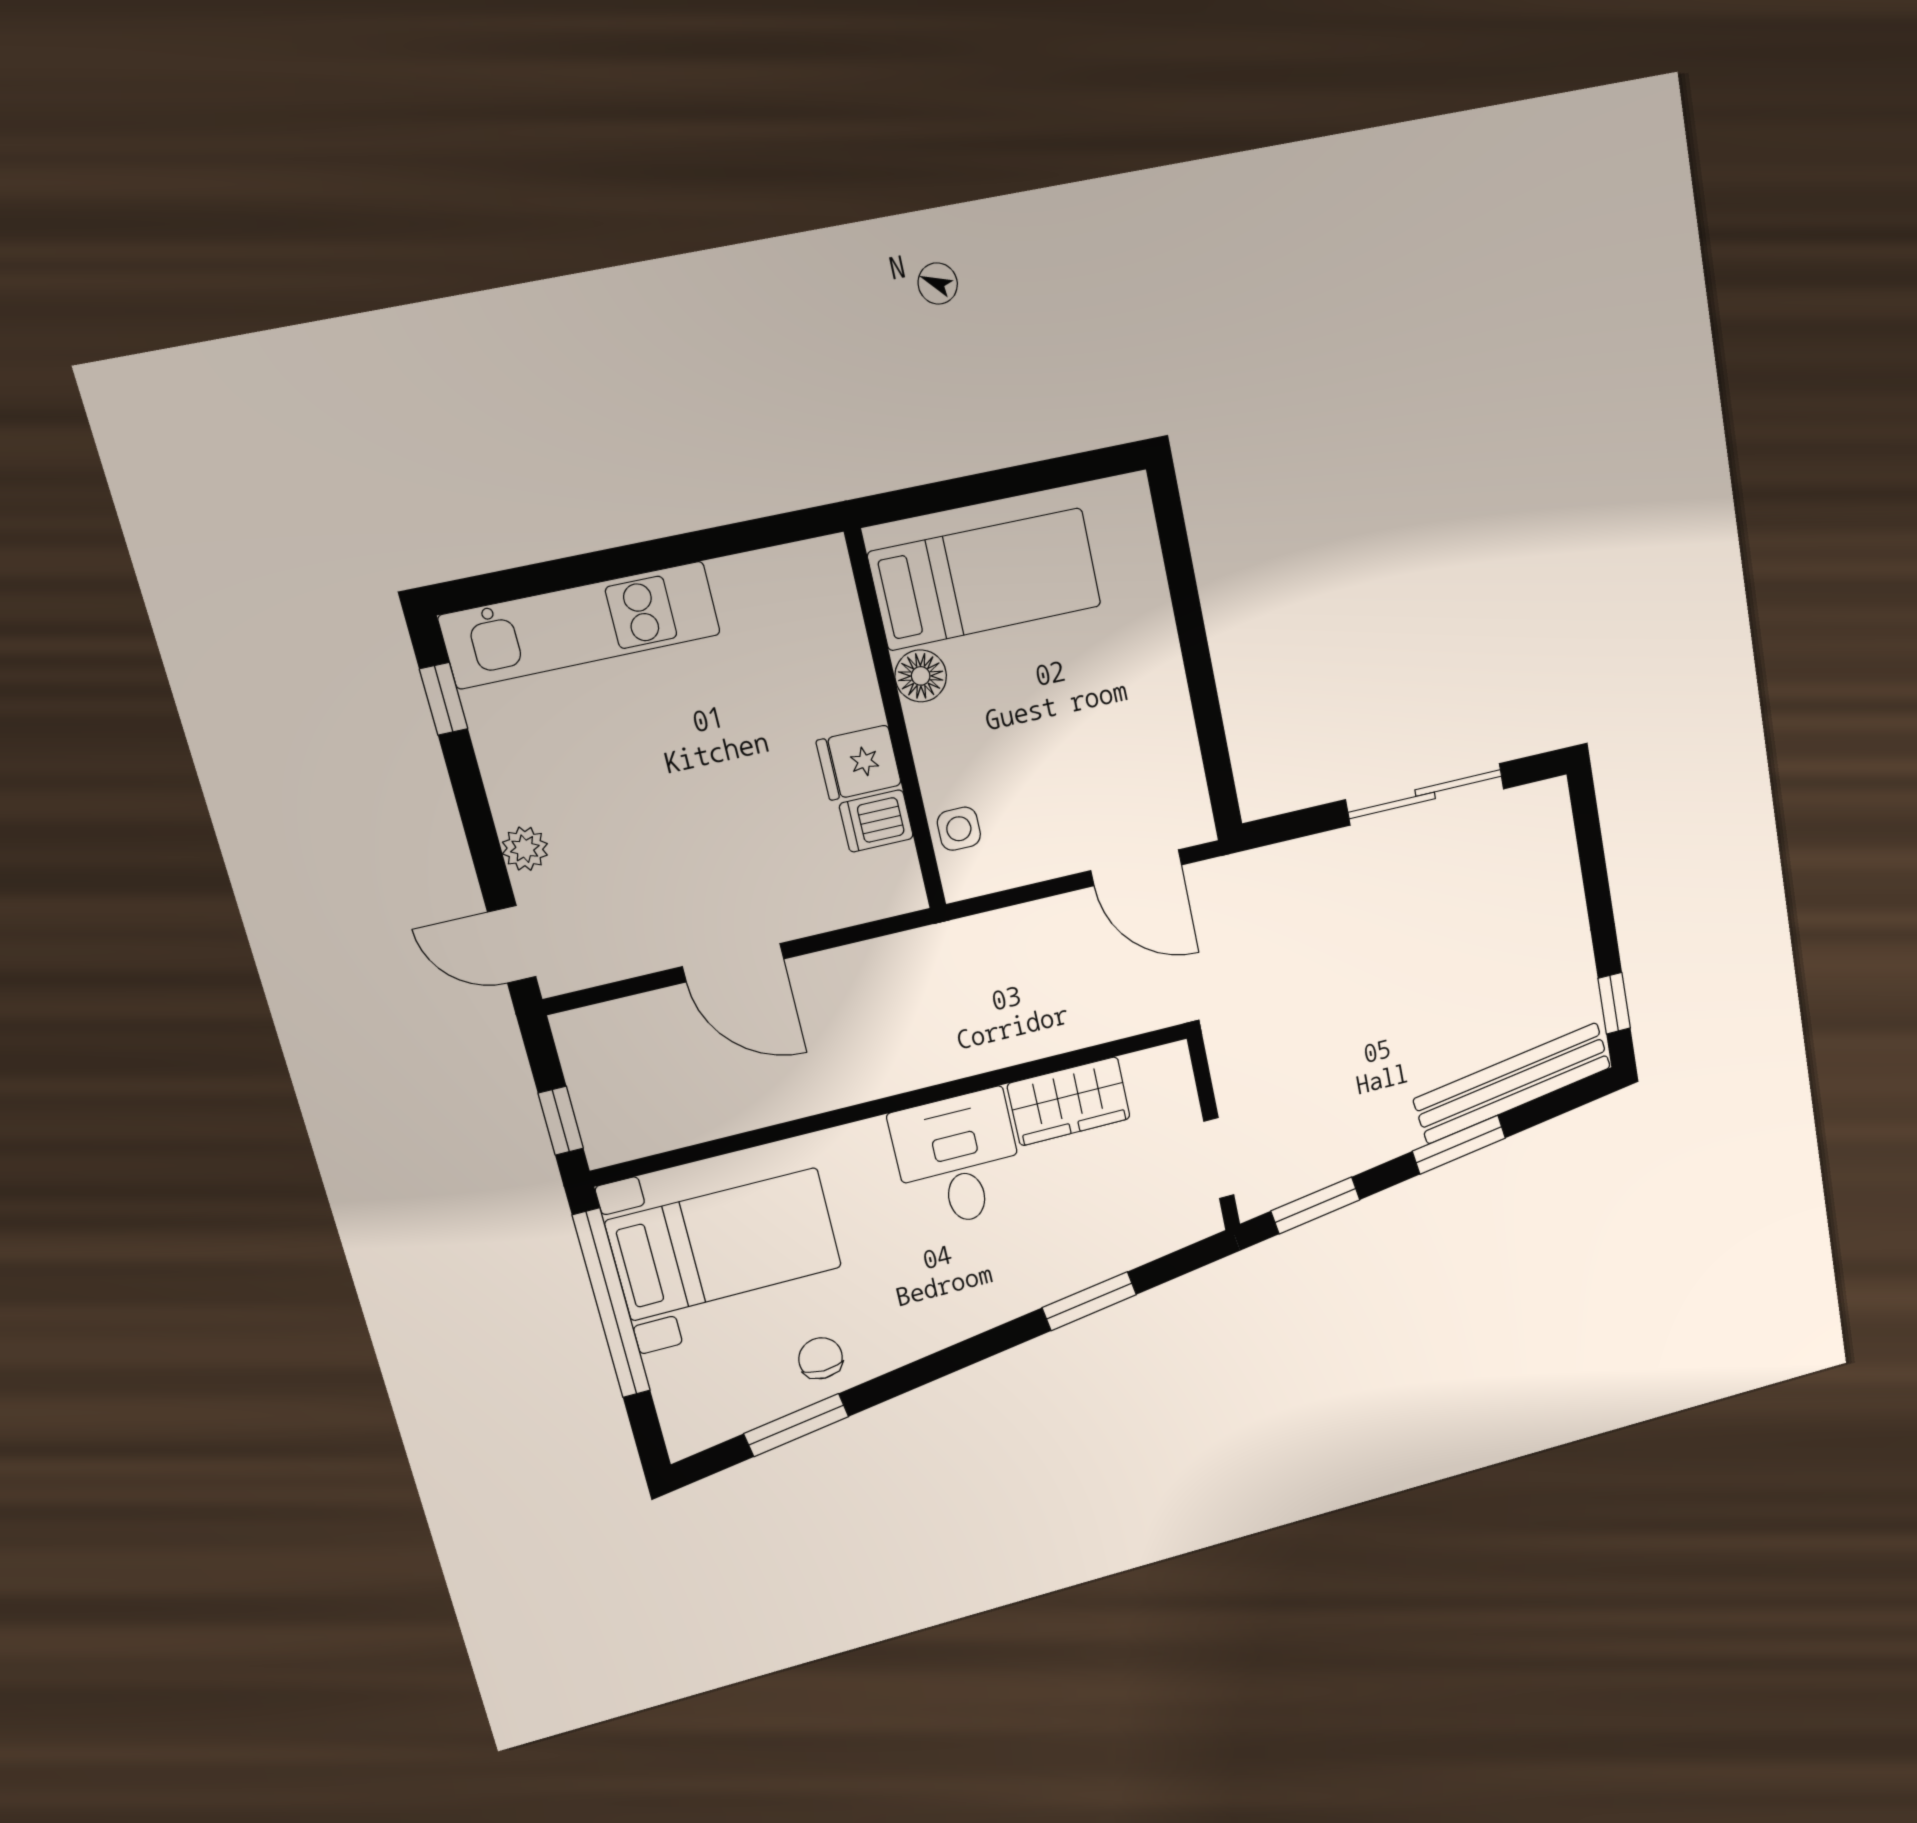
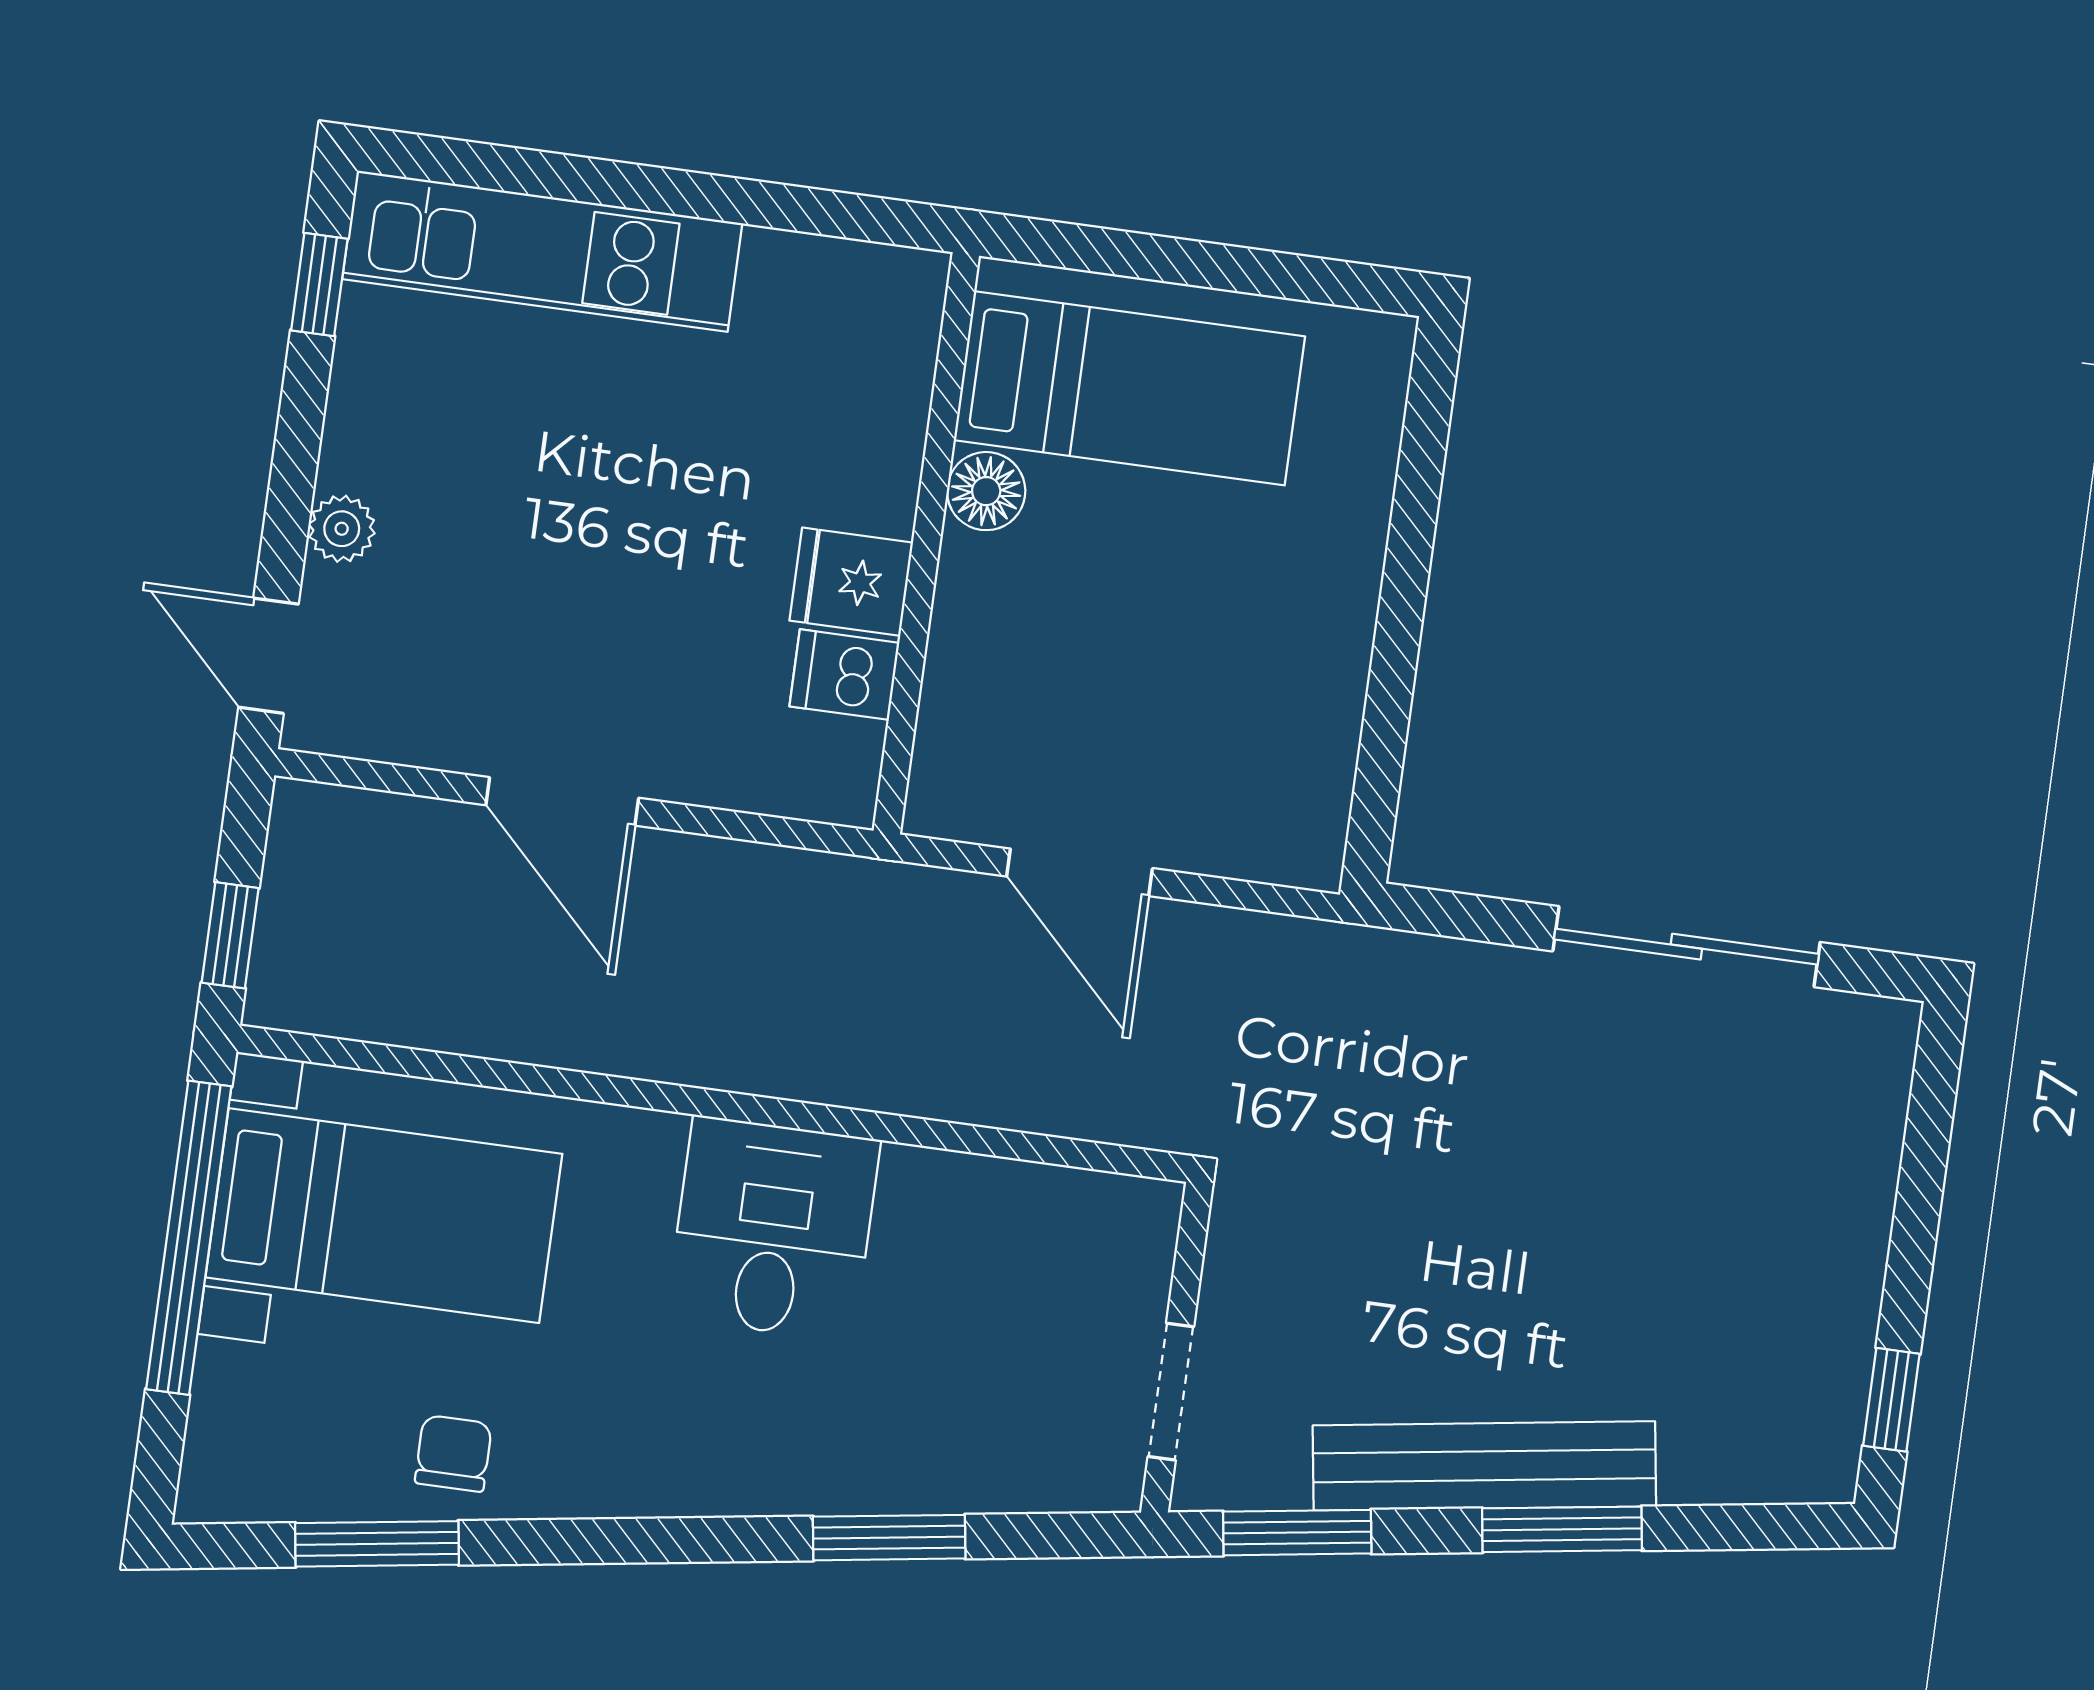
side table: (959, 829) -> (959, 731), removed
door: (1136, 868) -> (1080, 872), moved
bench: (1512, 1083) -> (1484, 1466), moved
wardrobe: (1069, 1101) -> (972, 1206), removed

